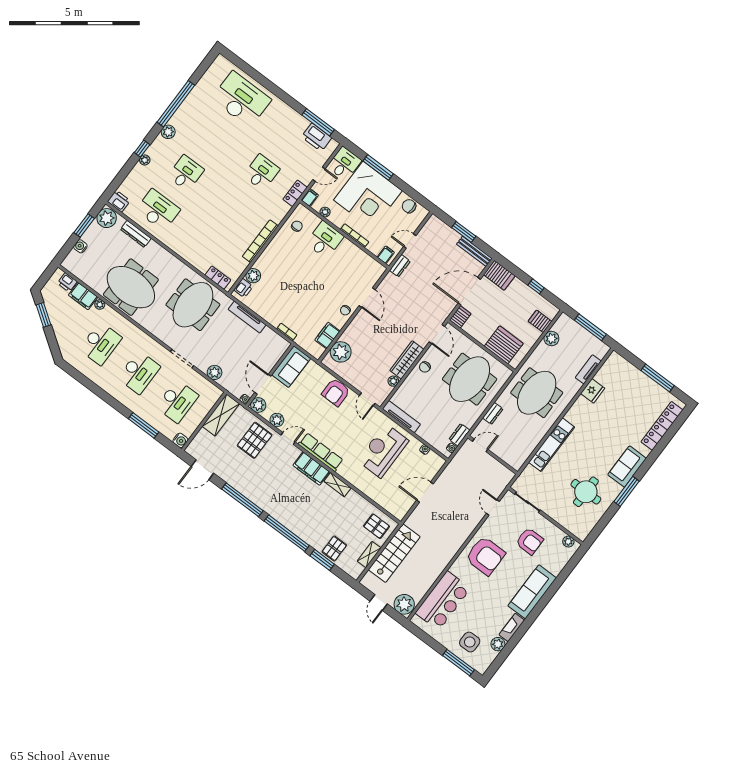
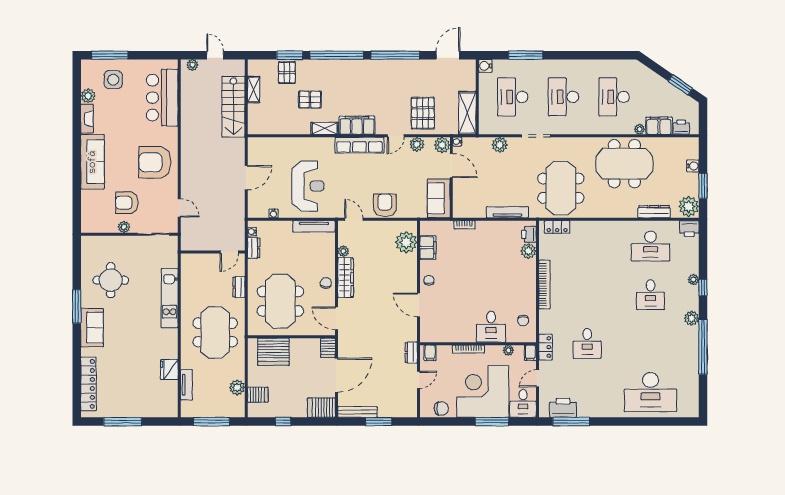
pallet: (376, 526) -> (310, 99), moved
plant: (568, 542) -> (124, 227), moved
plant: (404, 604) -> (192, 65), width x0.53, depth x0.53

